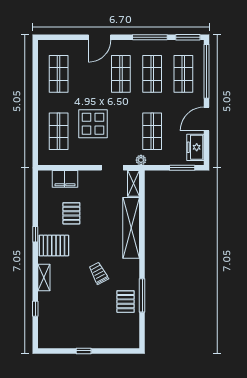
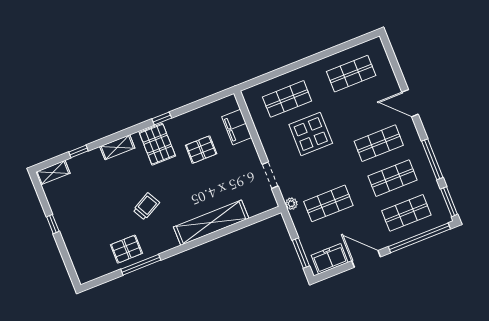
shelving: (134, 183) -> (53, 173), moved

